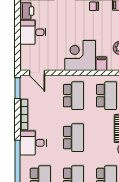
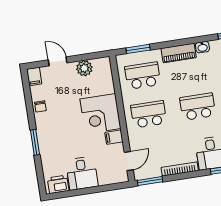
filing cabinet: (101, 64) -> (114, 137), moved

